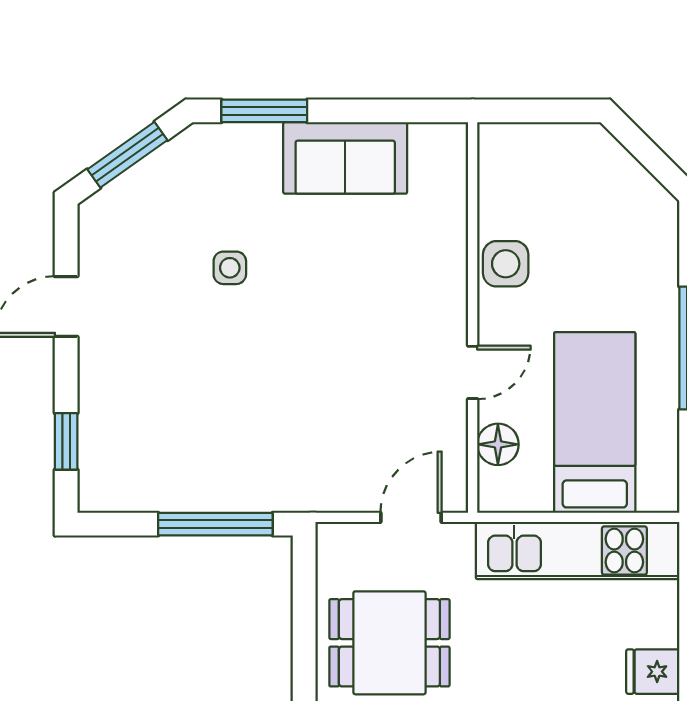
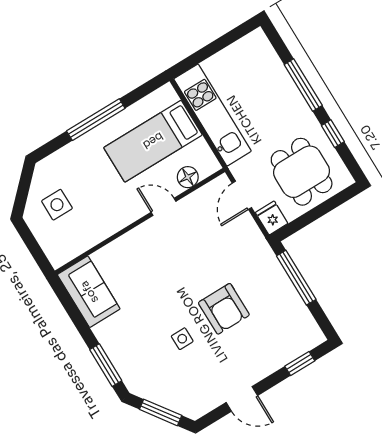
sofa: (345, 158) -> (89, 292), moved
side table: (506, 264) -> (57, 205), moved
armchair: (237, 369) -> (224, 309), added
door: (411, 517) -> (242, 195), hinge flipped
fridge: (653, 672) -> (272, 218), moved, turned 180

